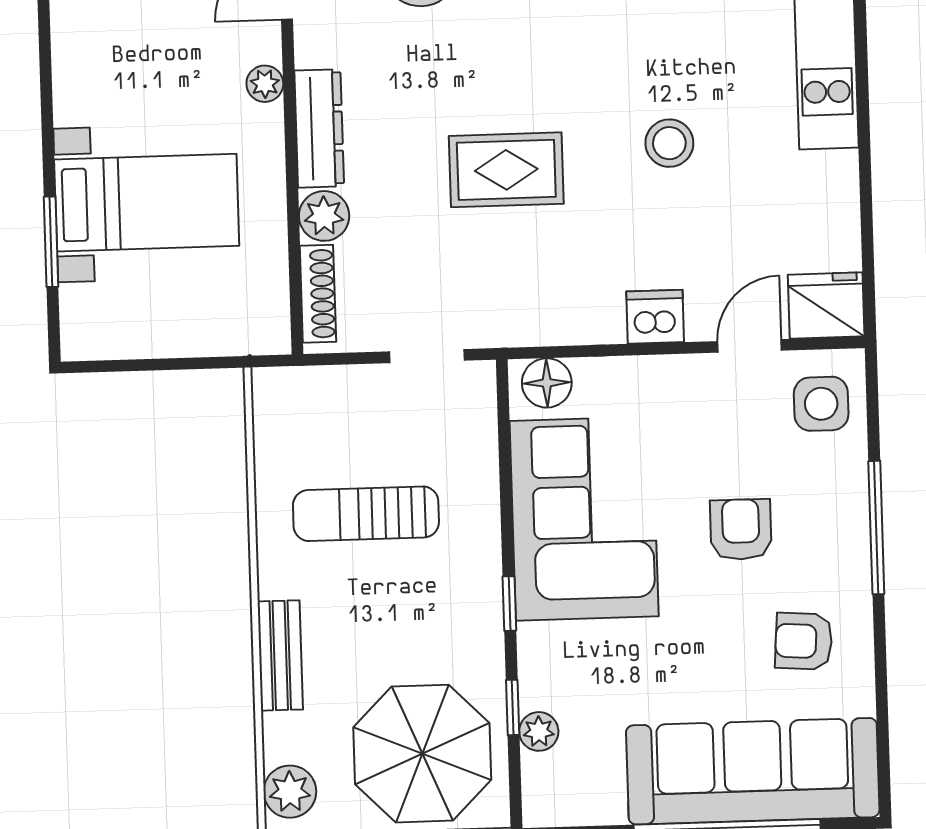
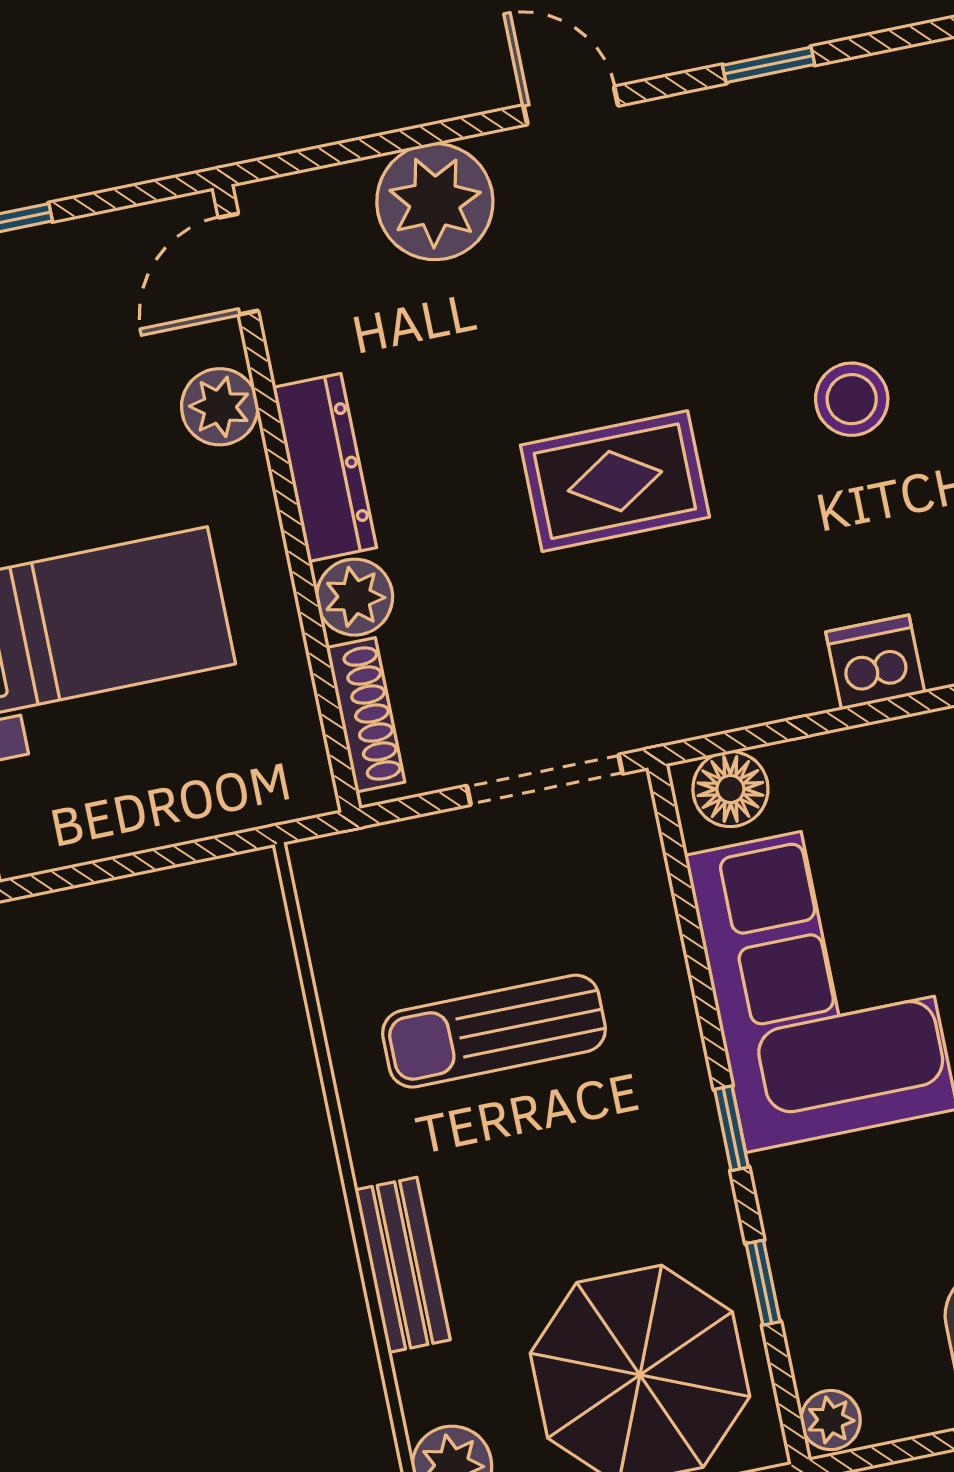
plant: (265, 84) -> (220, 407), width x1.38, depth x1.38
doorway: (427, 356) -> (545, 780), width x1.38
plant: (539, 731) -> (831, 1420), moved

